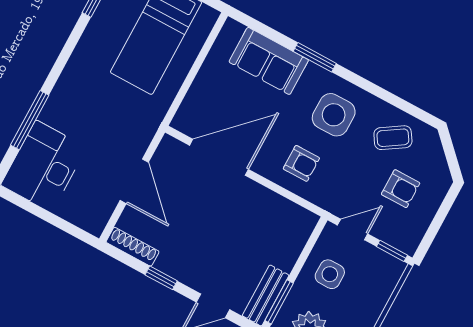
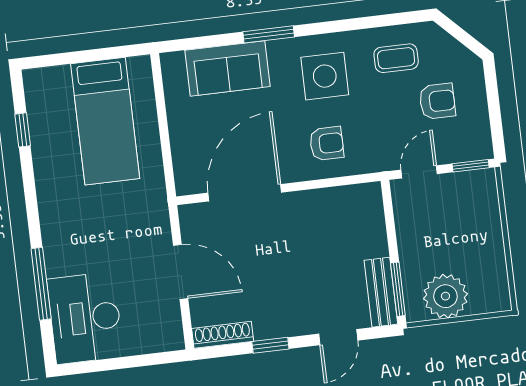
coffee table: (393, 138) -> (396, 58), turned 33
side table: (330, 274) -> (427, 229), removed

